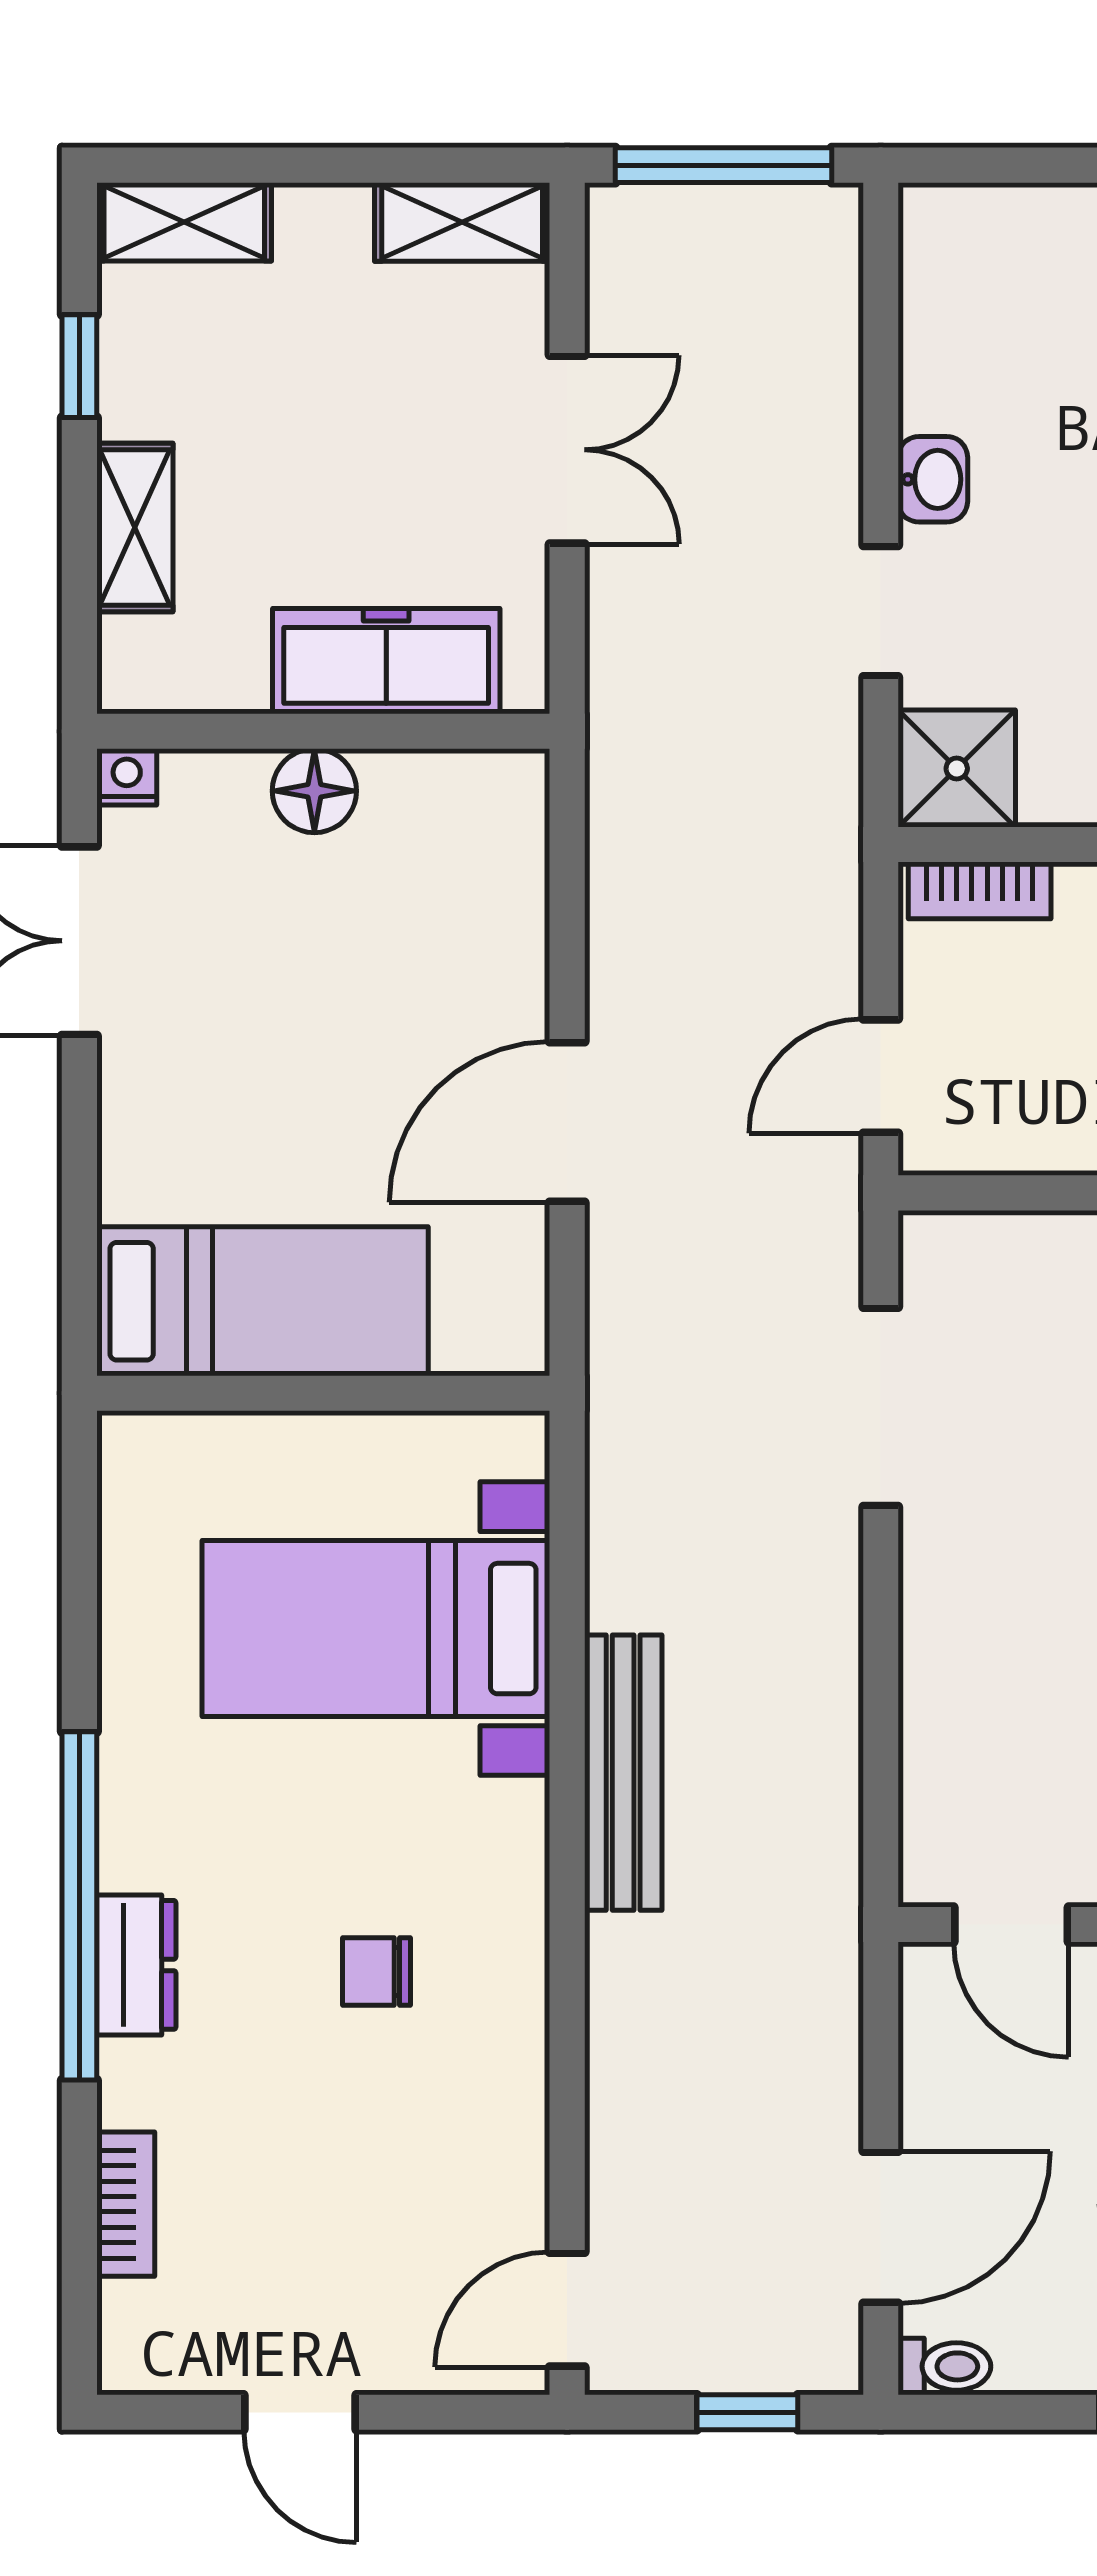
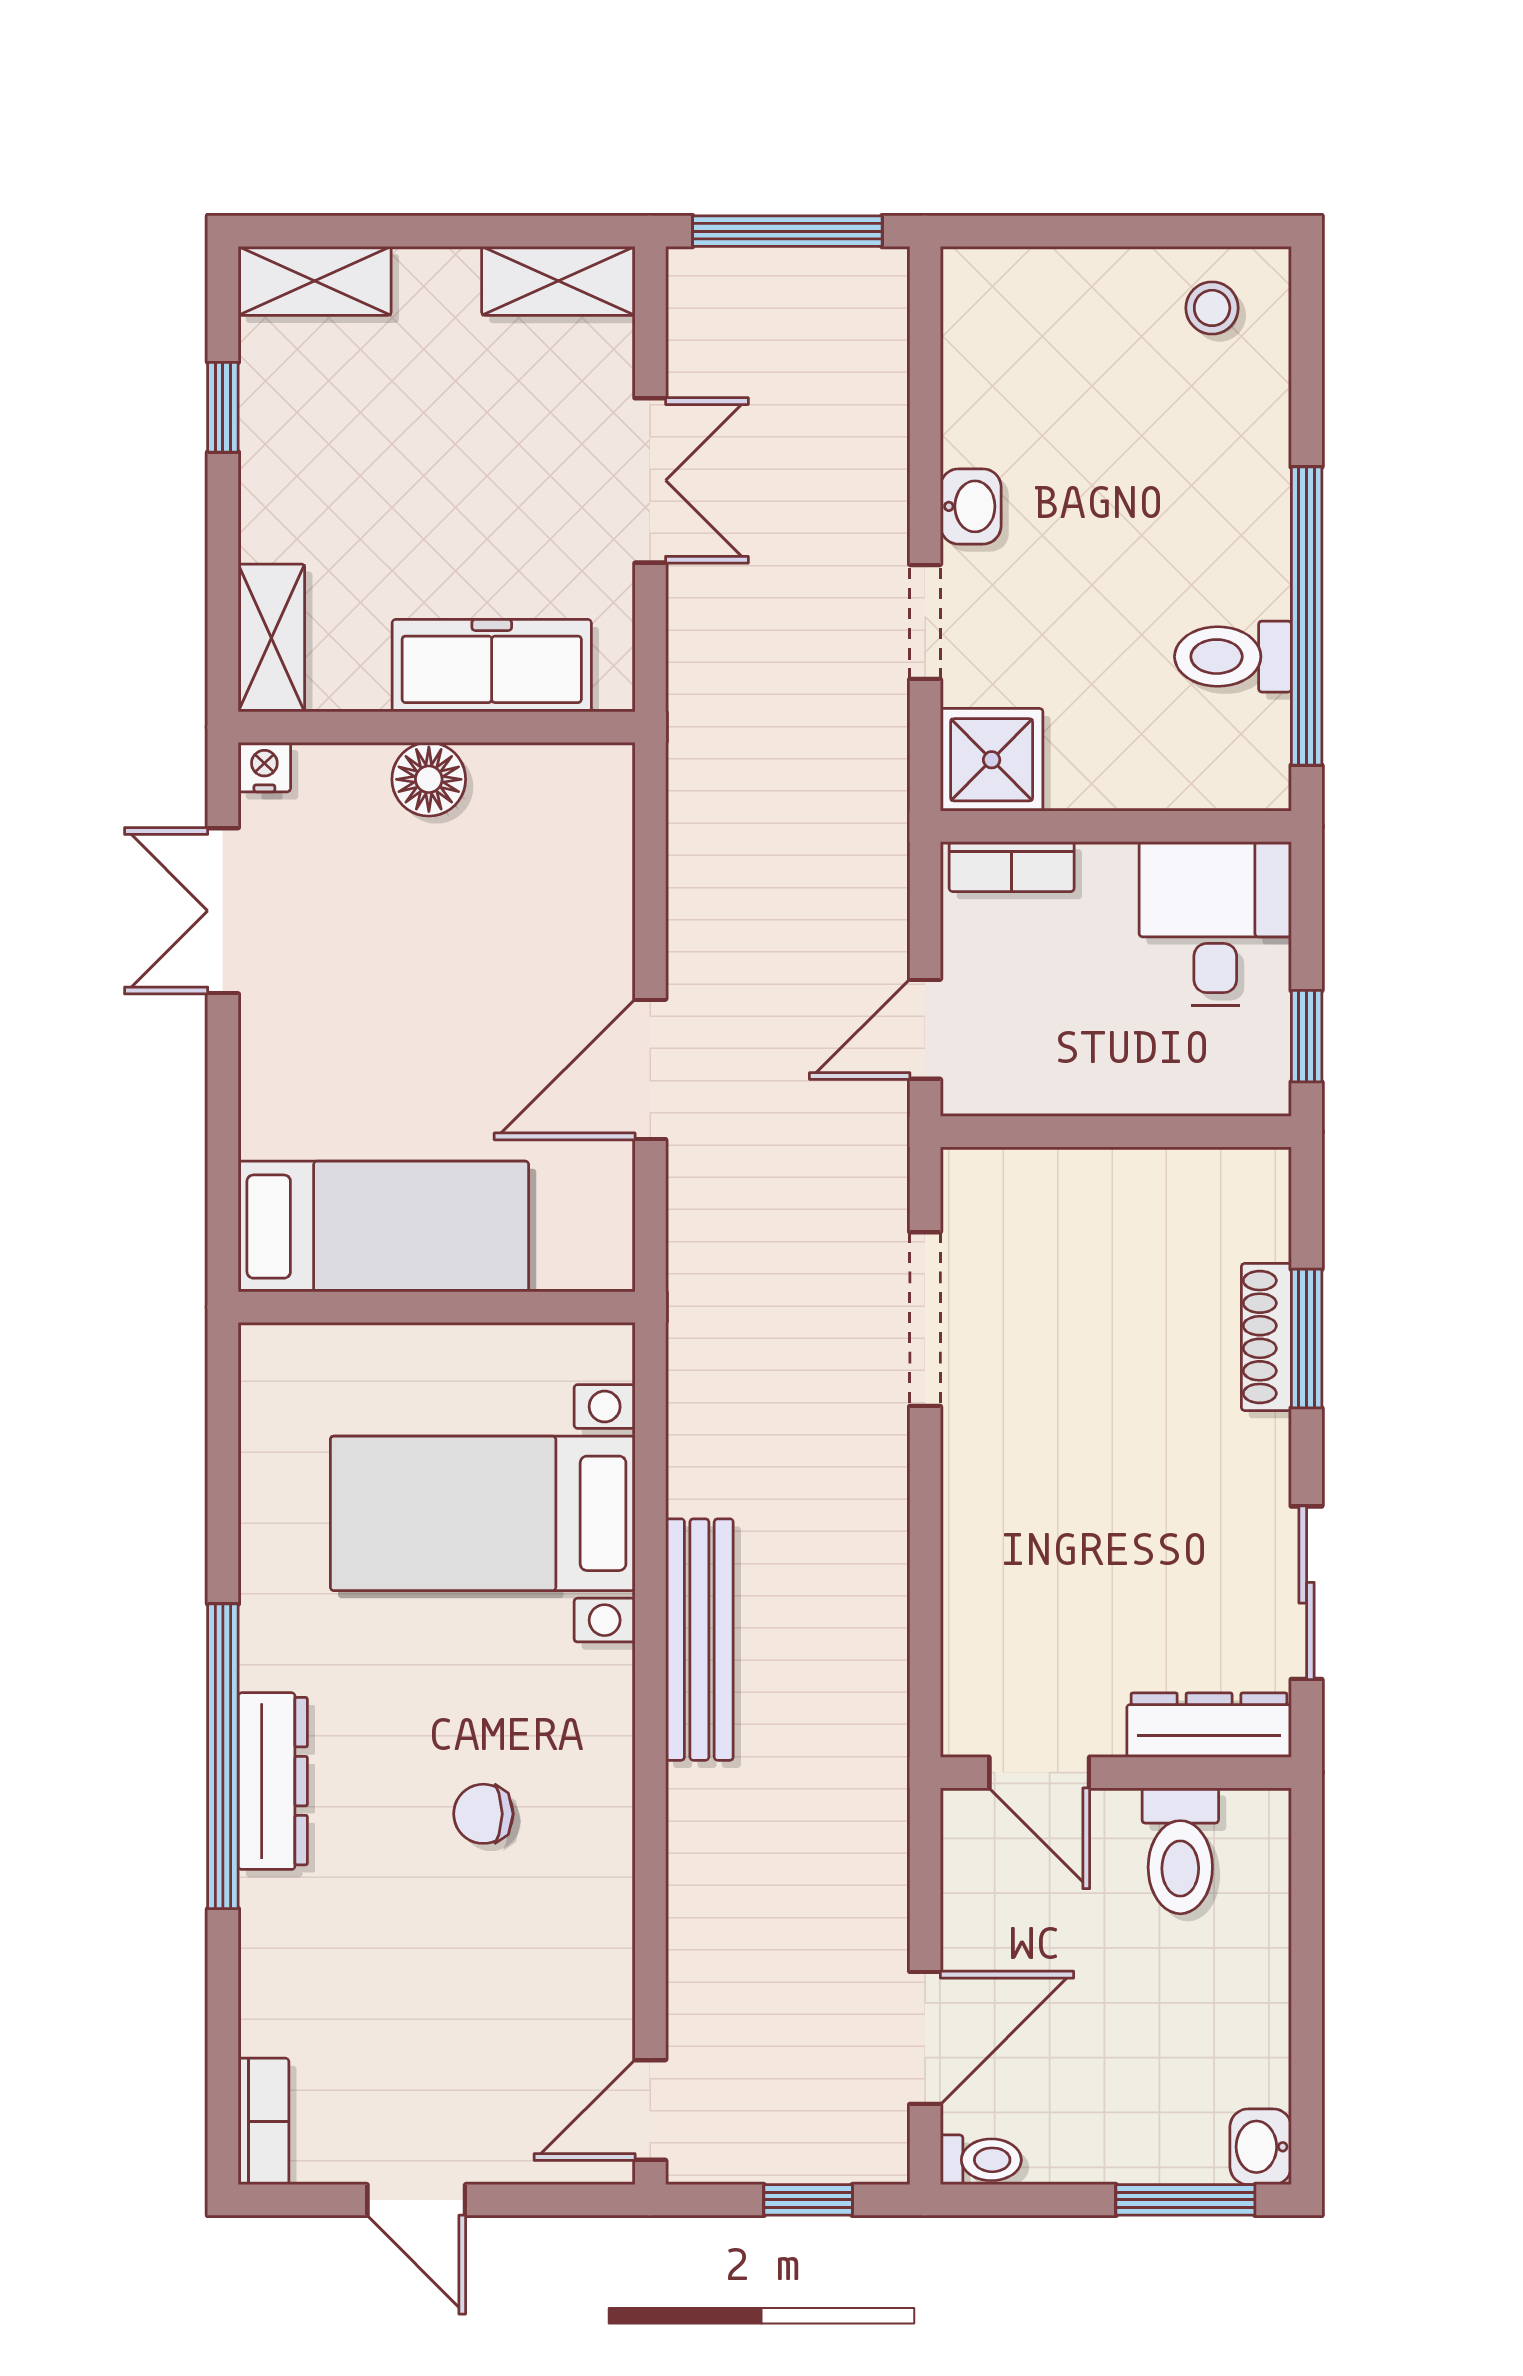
shelving: (135, 527) -> (271, 638), moved
dresser: (136, 1965) -> (273, 1781), width x1.44
bookcase: (126, 2204) -> (264, 2121), moved

